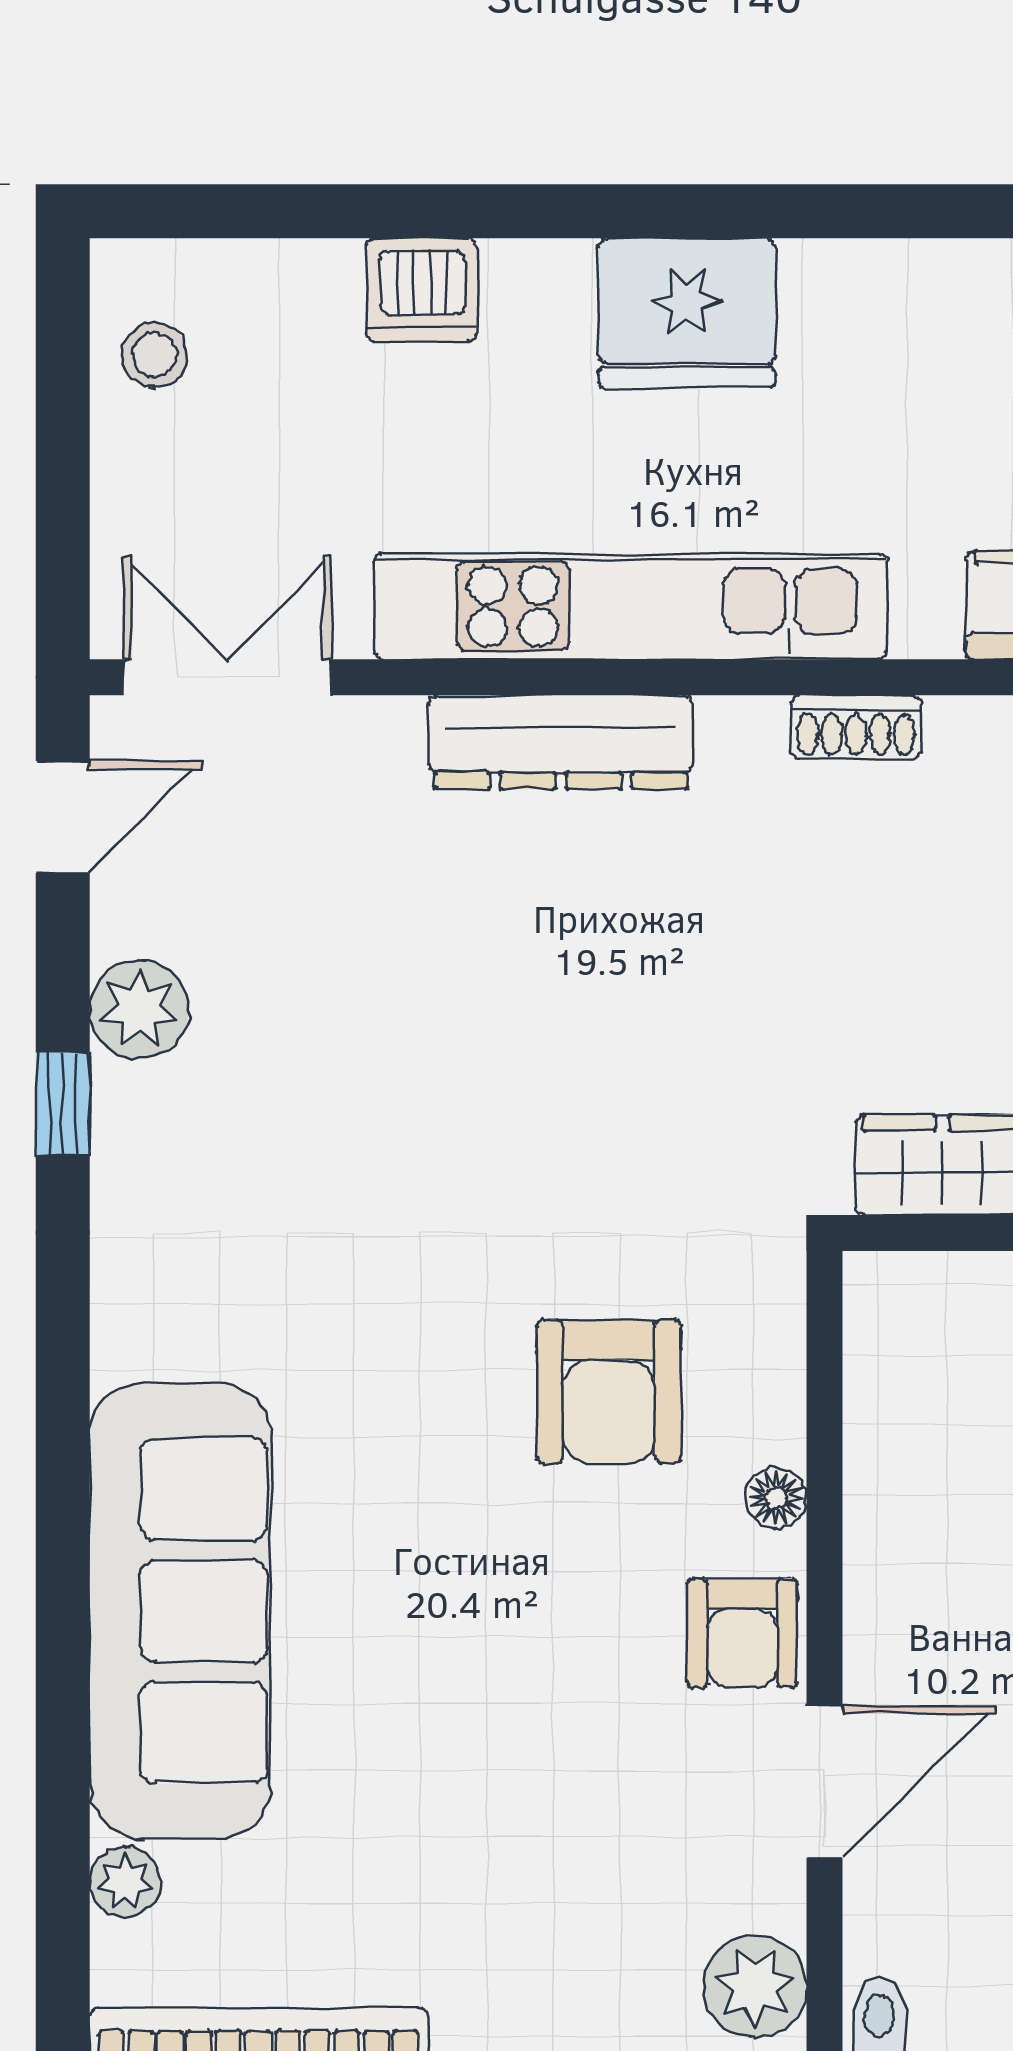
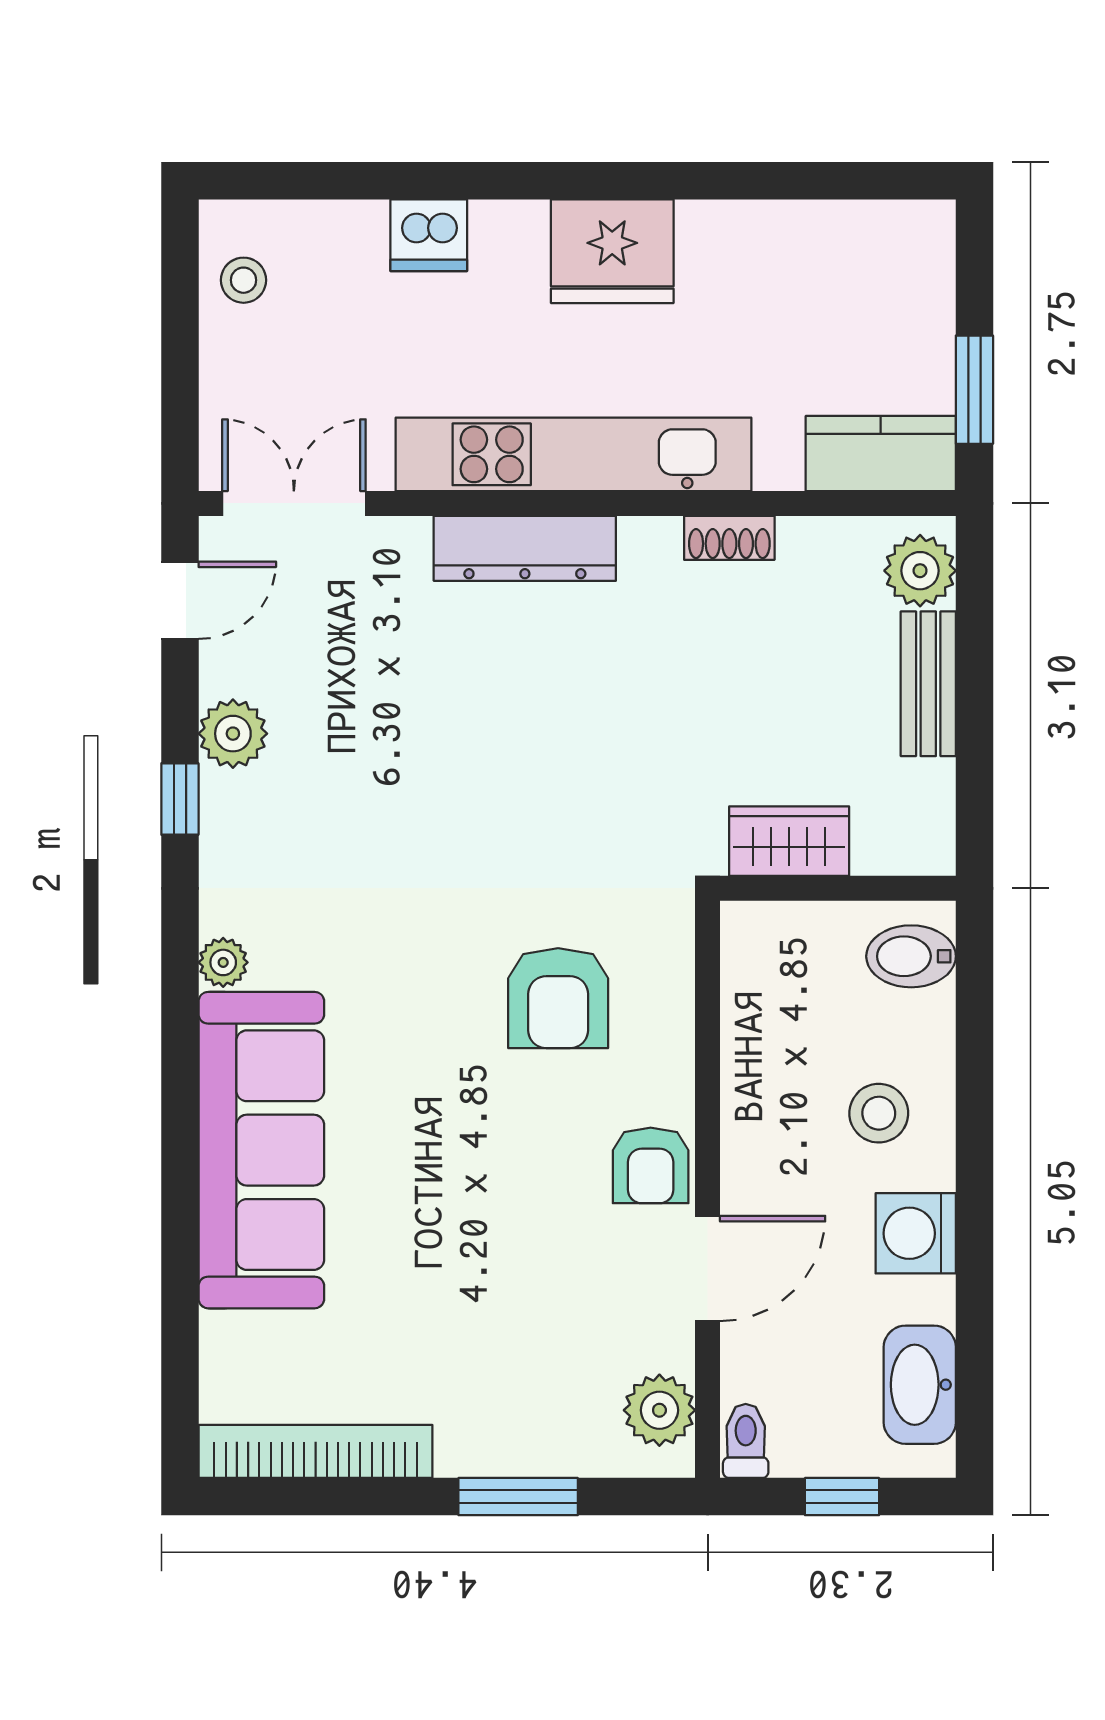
floor lamp: (776, 1498) -> (674, 1072), removed
plant: (125, 1882) -> (223, 962), moved

